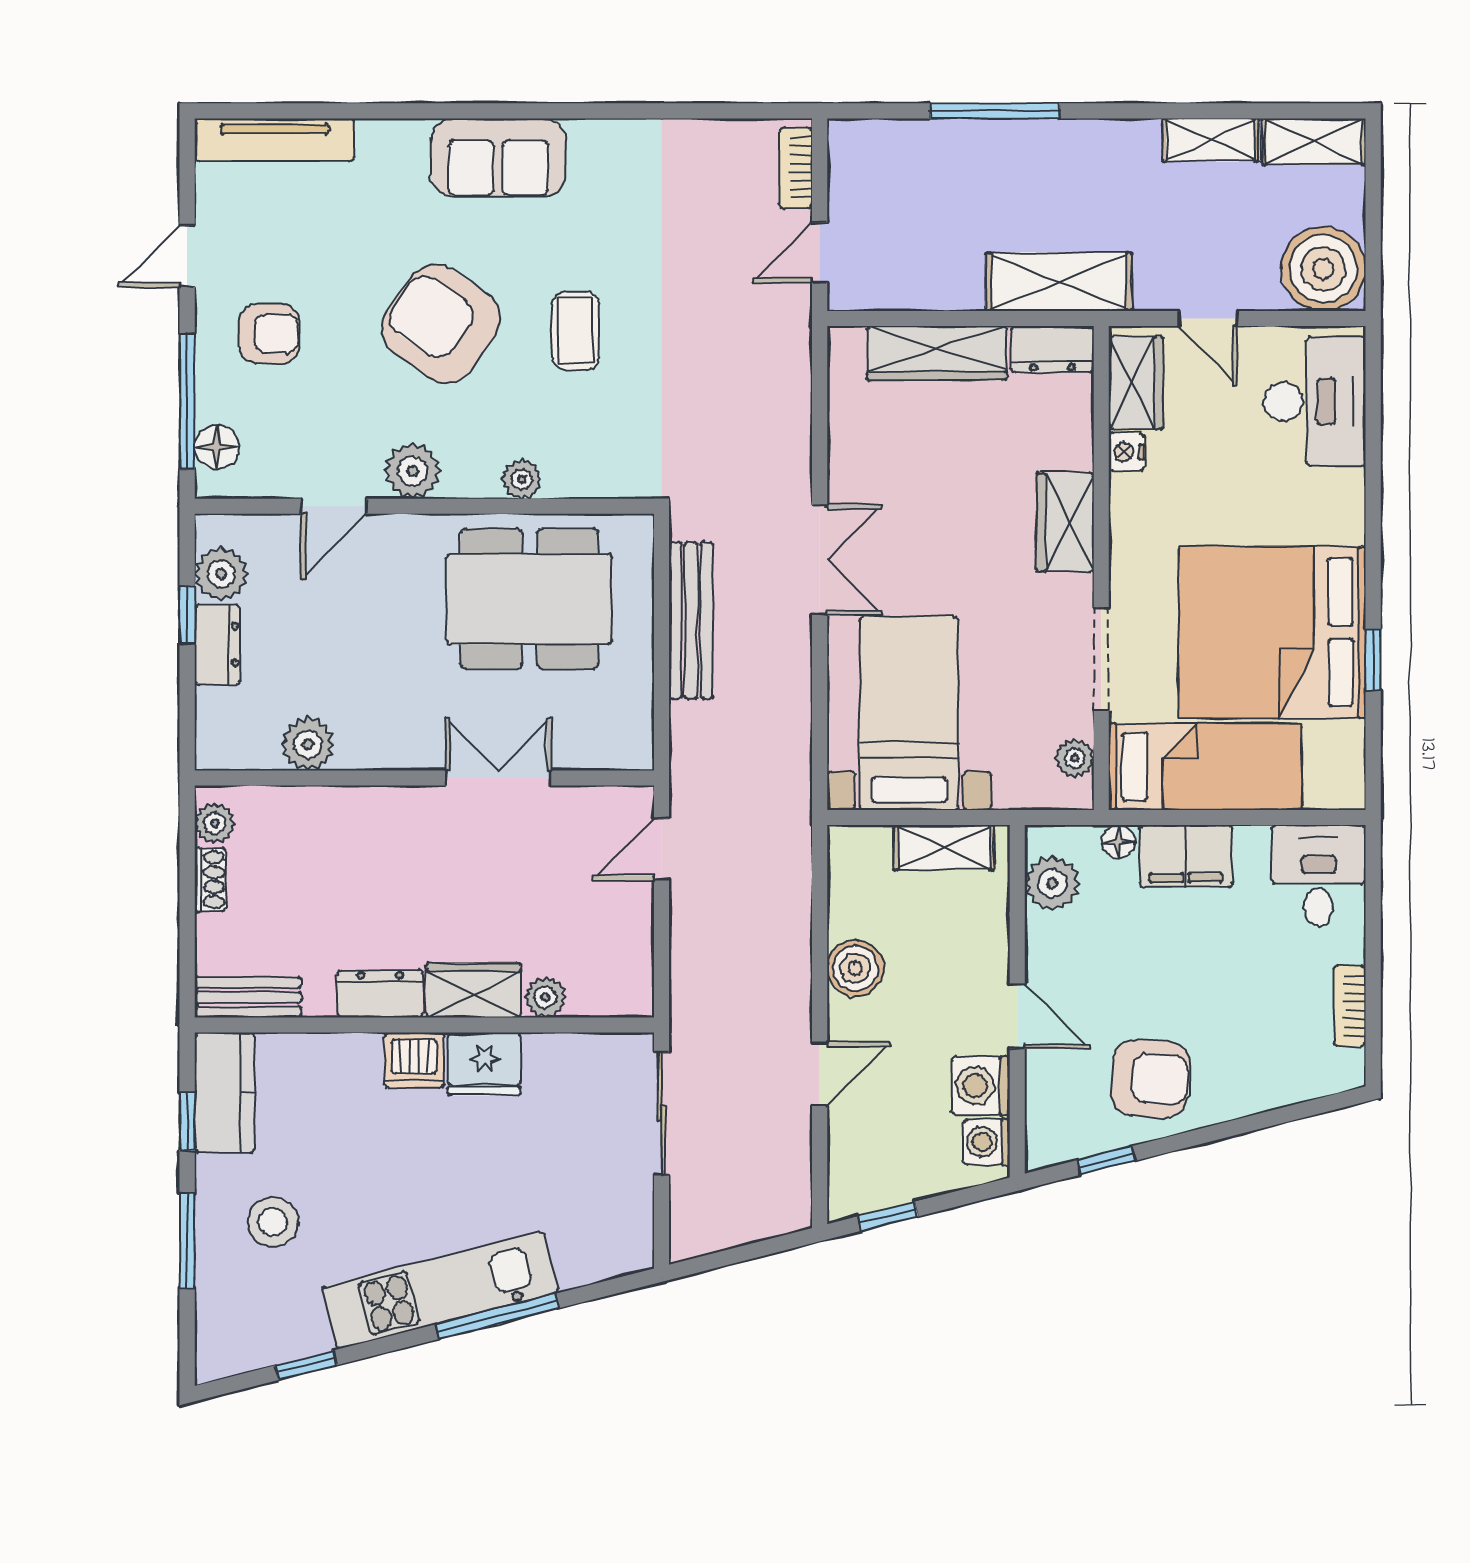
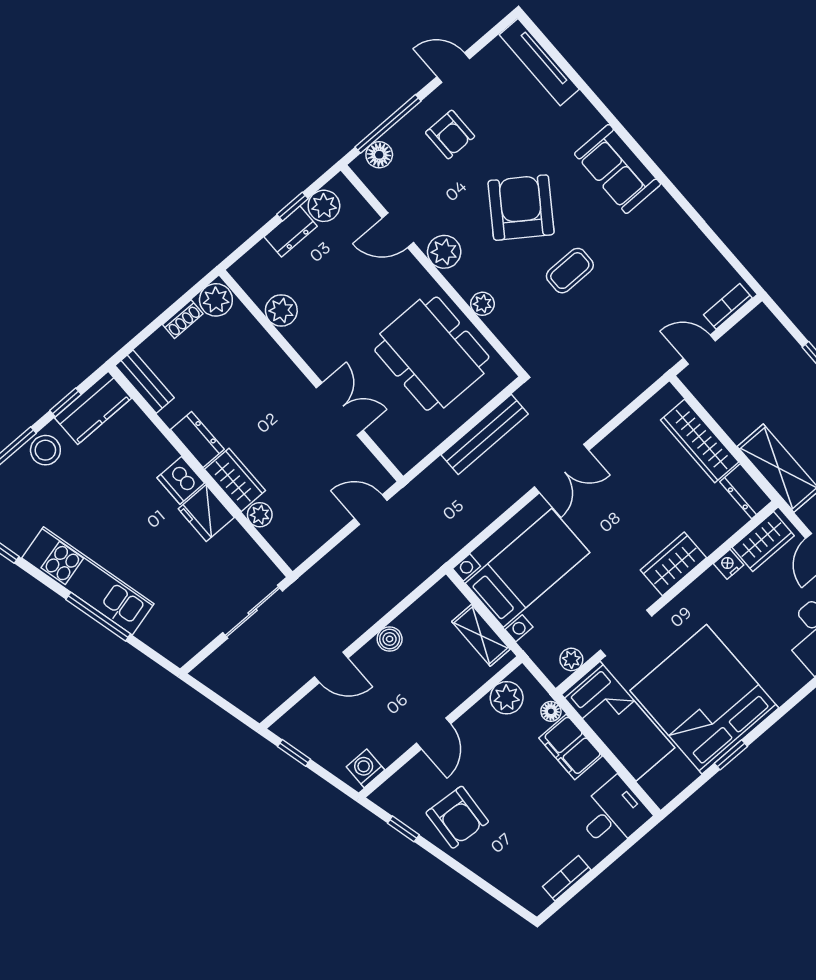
plant: (215, 823) -> (216, 300), width x1.38, depth x1.38
boiler: (855, 968) -> (390, 639), width x0.73, depth x0.73
washing machine: (981, 1086) -> (388, 744), removed
stool: (273, 1222) -> (45, 450), moved

